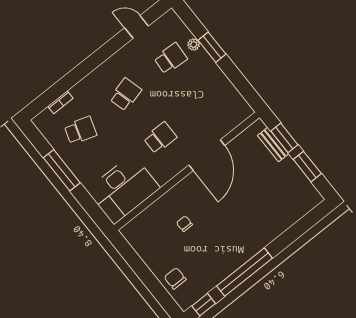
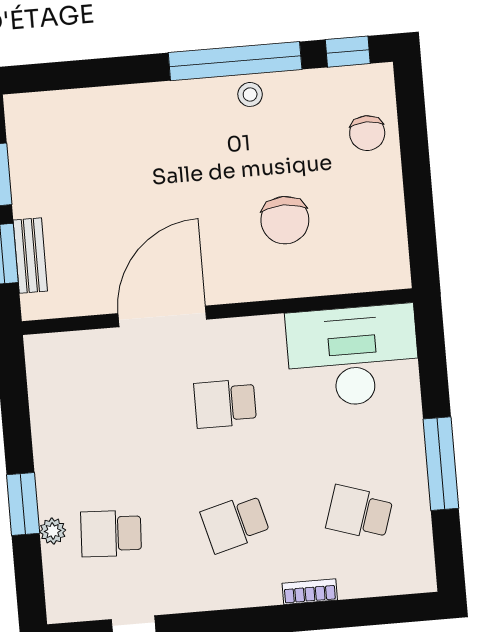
bookcase: (60, 102) -> (310, 592), moved
chair: (184, 224) -> (285, 220), width x1.87, depth x1.87
stool: (230, 263) -> (250, 94), added

